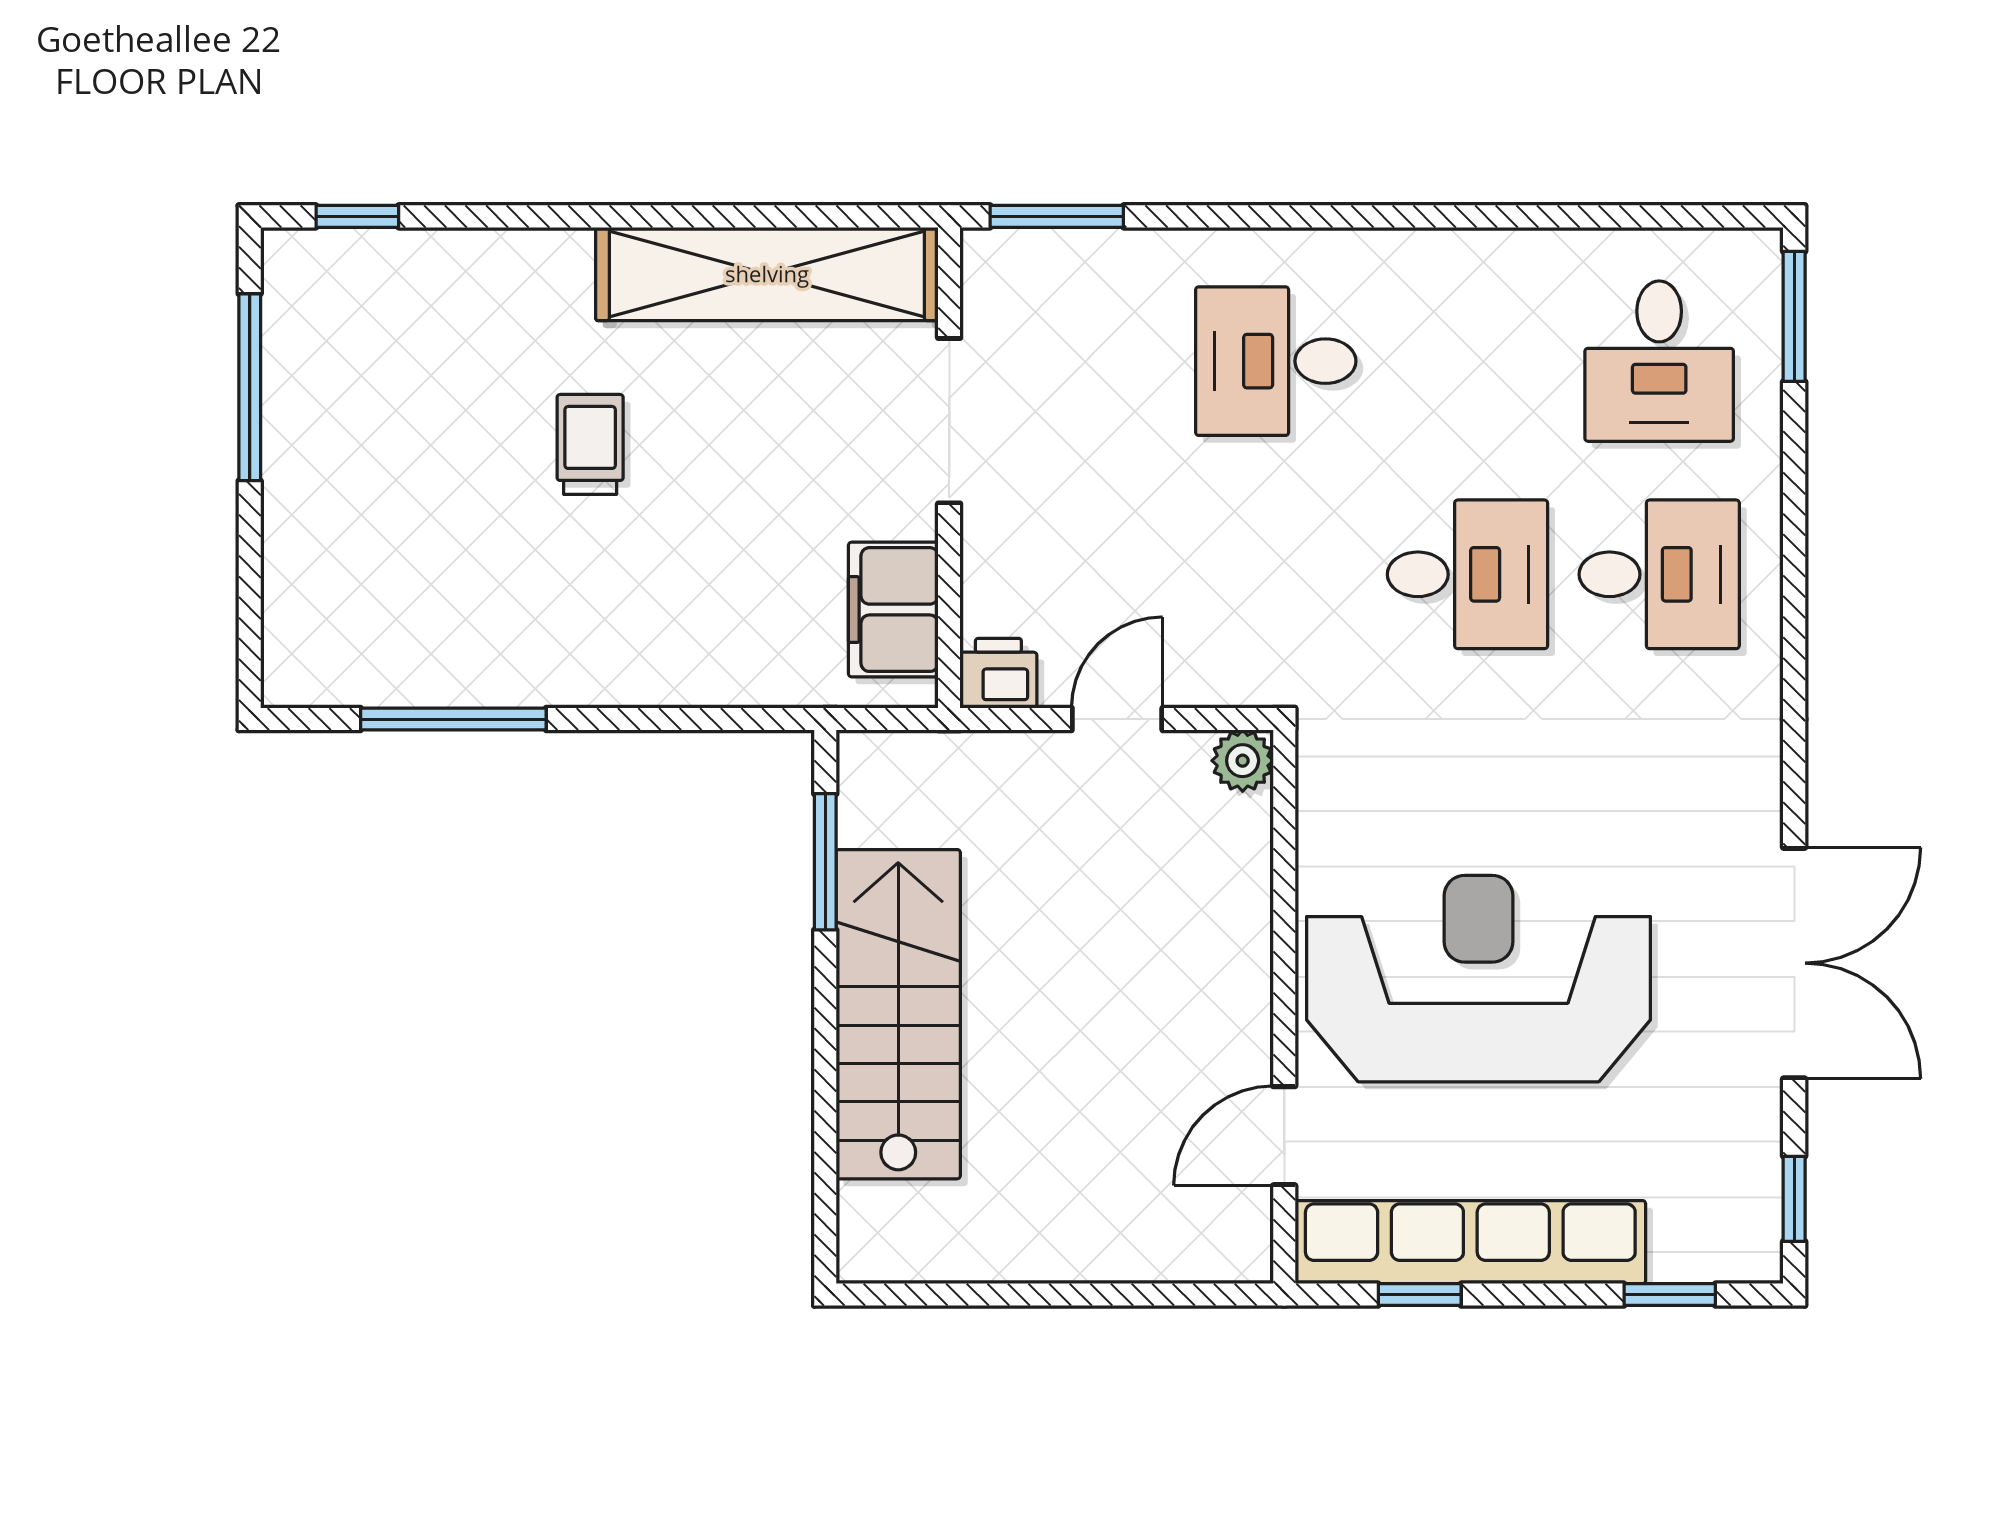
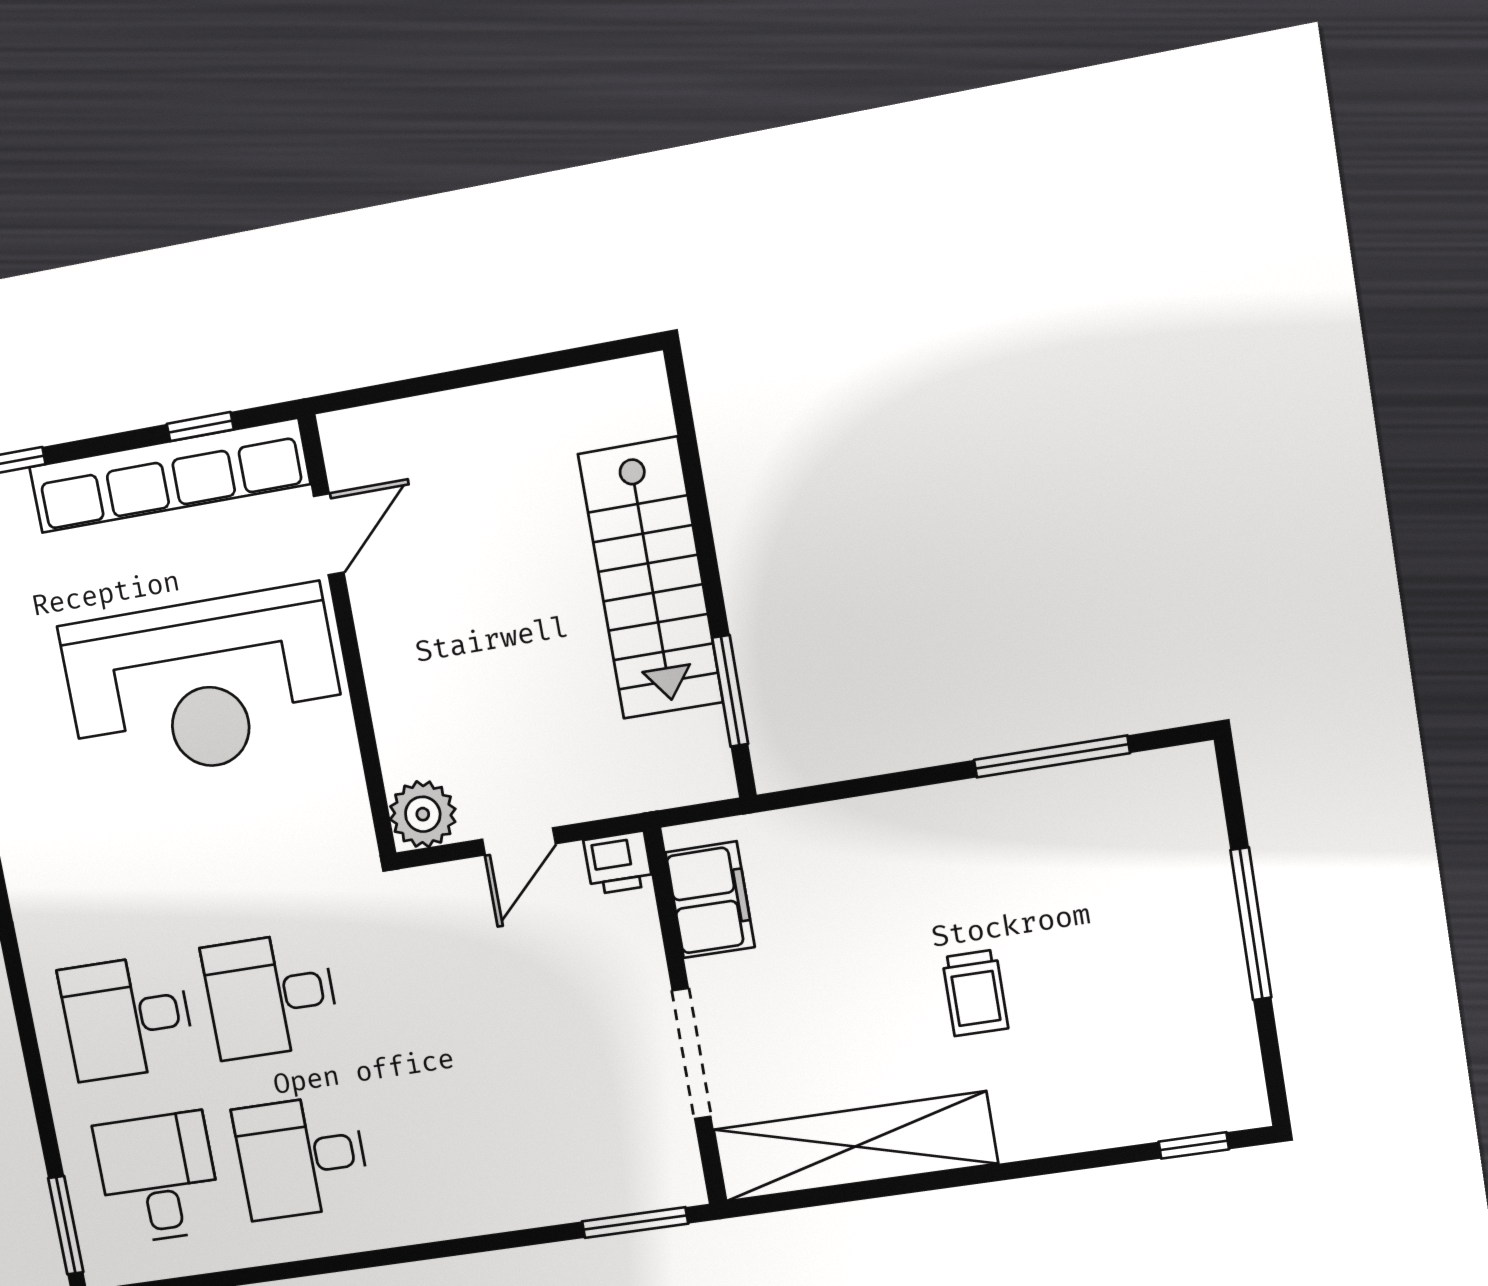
desk: (1276, 361) -> (301, 1157), moved, turned 180
window: (250, 387) -> (1251, 924), moved
plant: (1243, 761) -> (423, 814), width x1.38, depth x1.38

